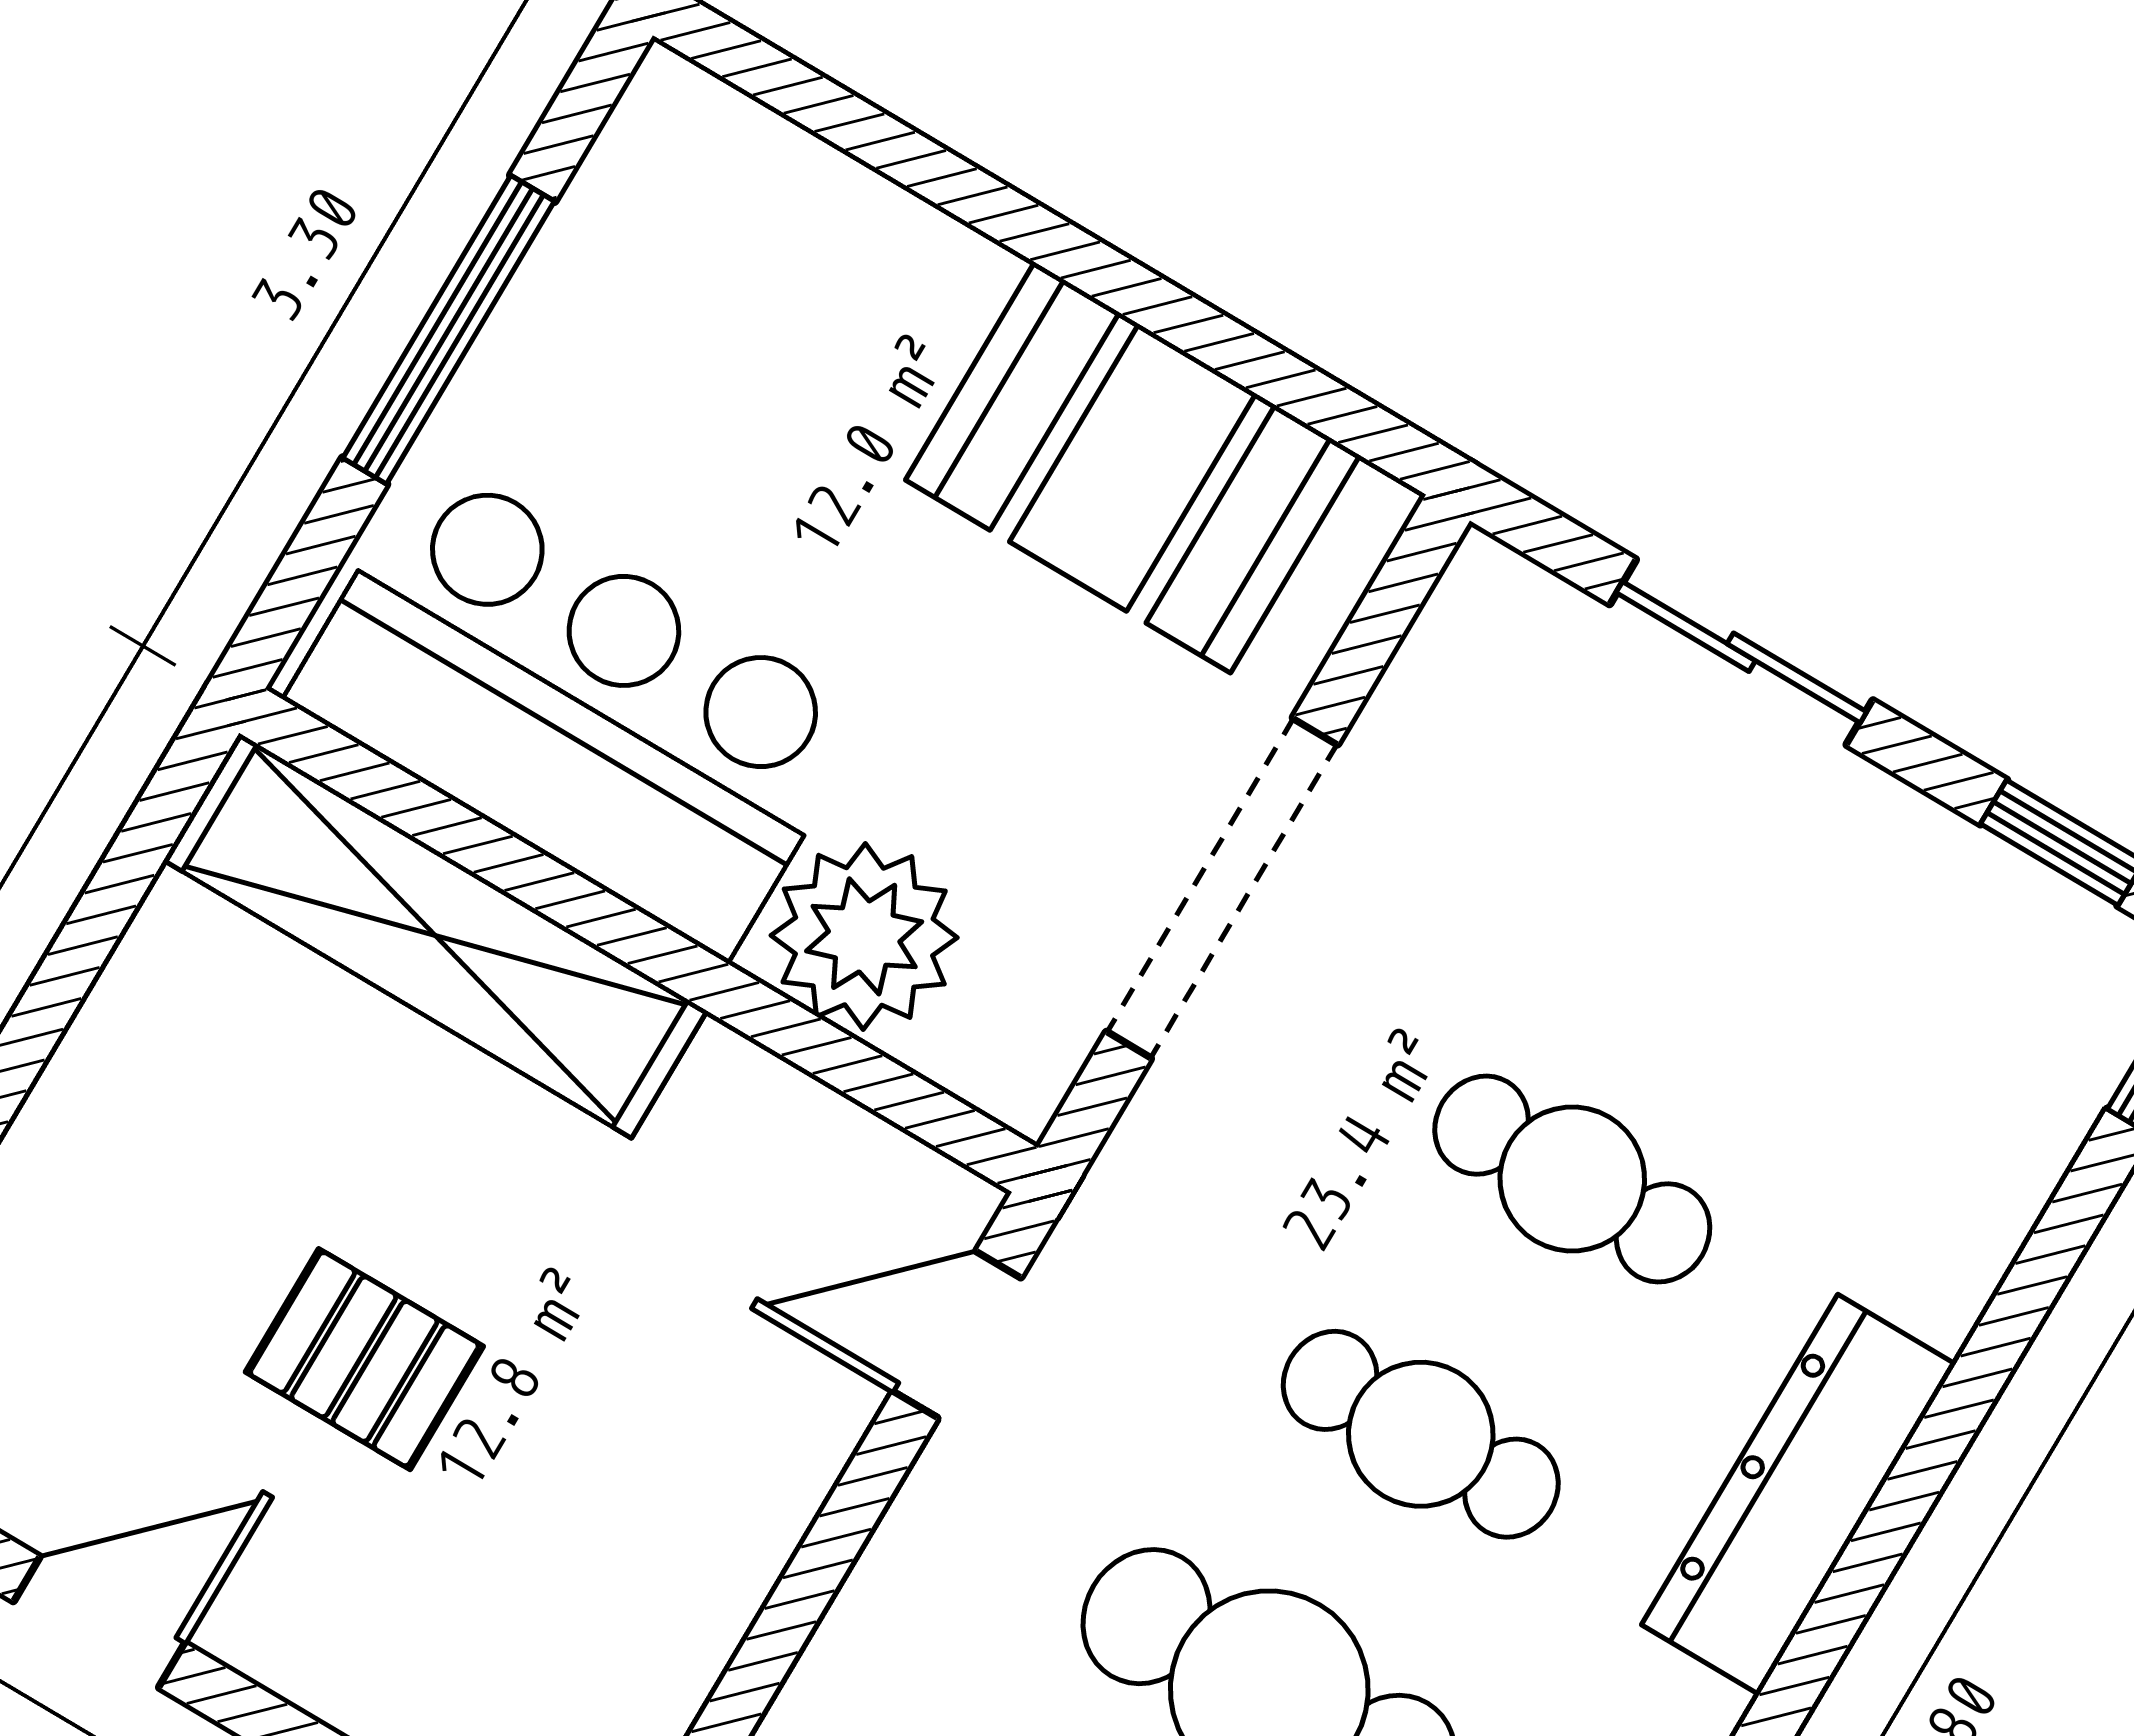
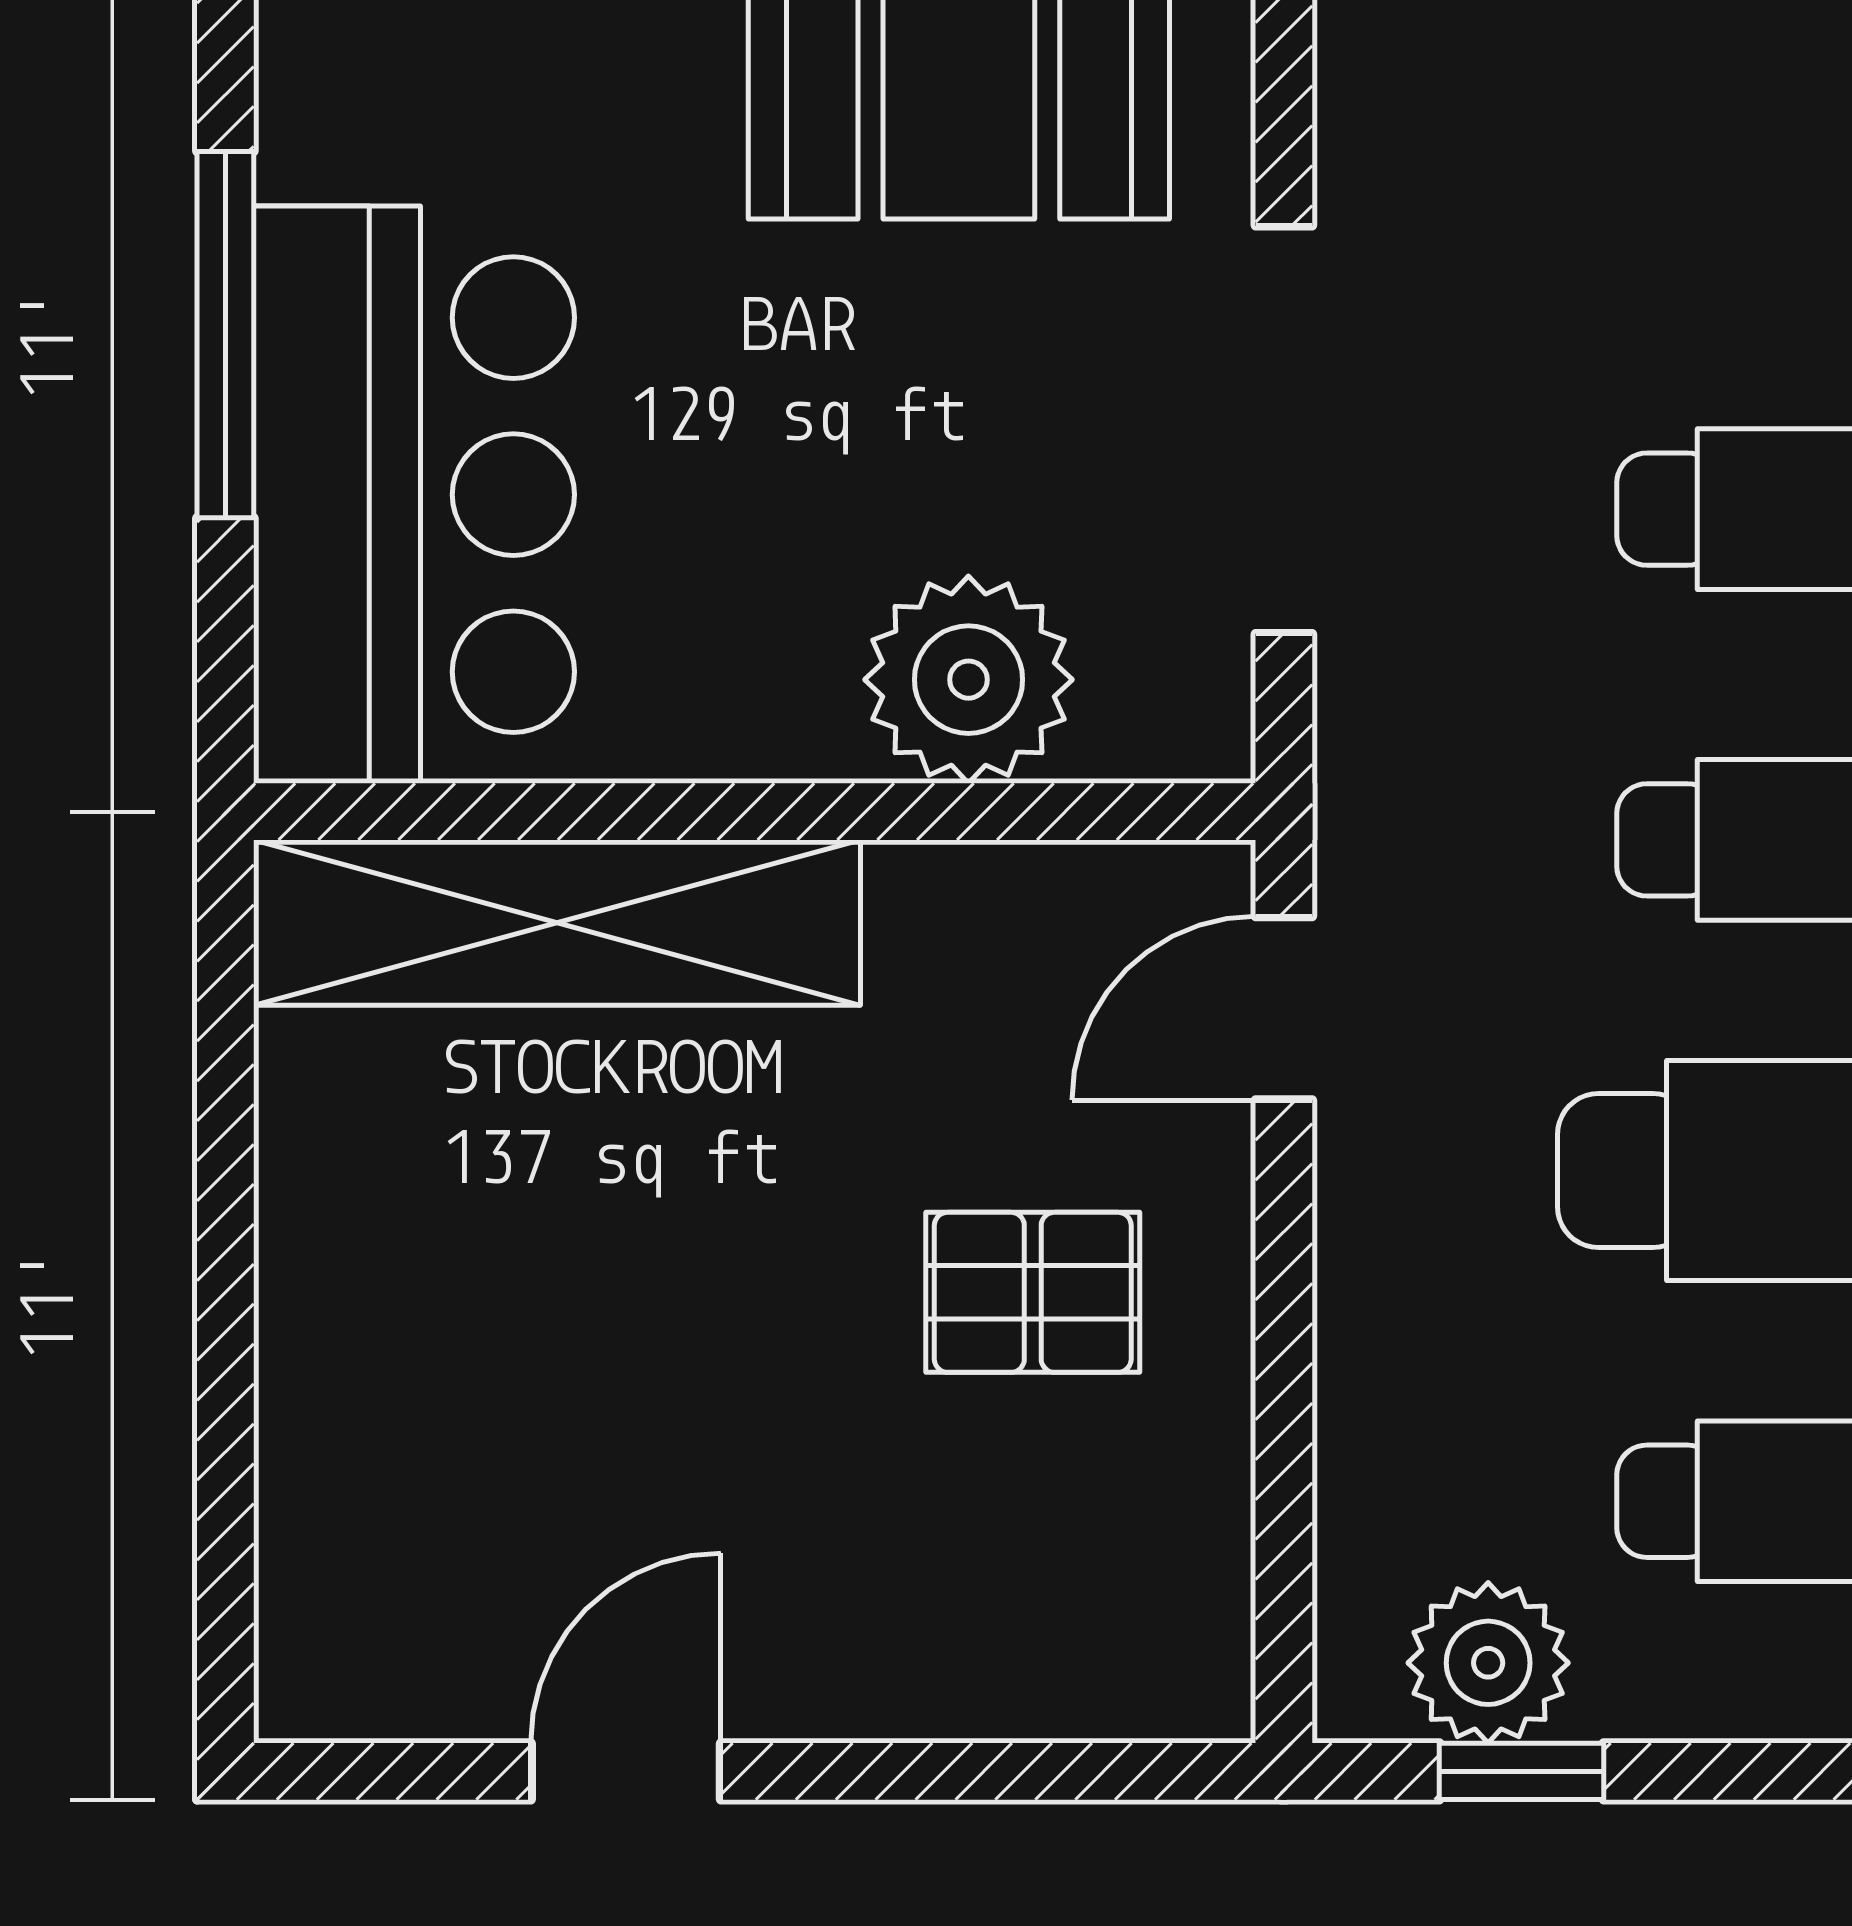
bar counter: (578, 708) -> (414, 495), moved, turned 90
pallet: (364, 1359) -> (1033, 1292), moved

